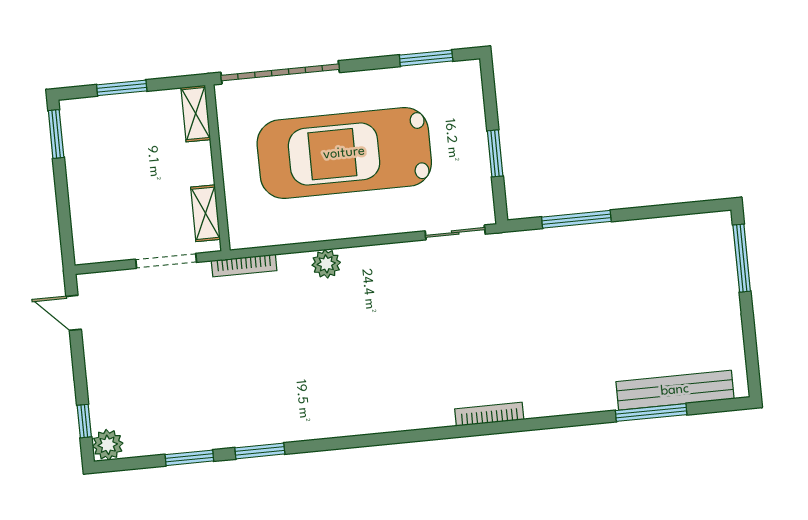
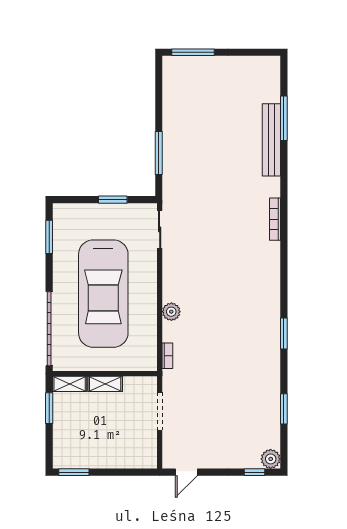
window: (122, 88) -> (49, 408), moved
shelving: (205, 213) -> (105, 384), moved
bookcase: (244, 266) -> (167, 356), width x0.64
bench: (675, 390) -> (271, 140), moved
window: (260, 451) -> (284, 334), moved

